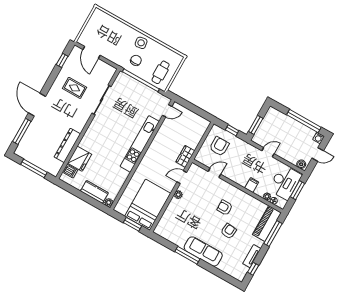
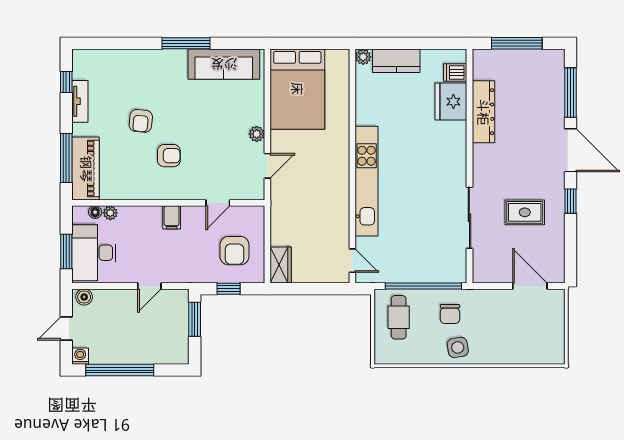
window: (62, 60) -> (571, 201), moved
door: (167, 111) -> (352, 261), swing flipped
wardrobe: (185, 156) -> (281, 265), moved
filing cabinet: (252, 185) -> (172, 217), moved
window: (133, 224) -> (304, 43), removed
sofa: (203, 251) -> (224, 64), moved

